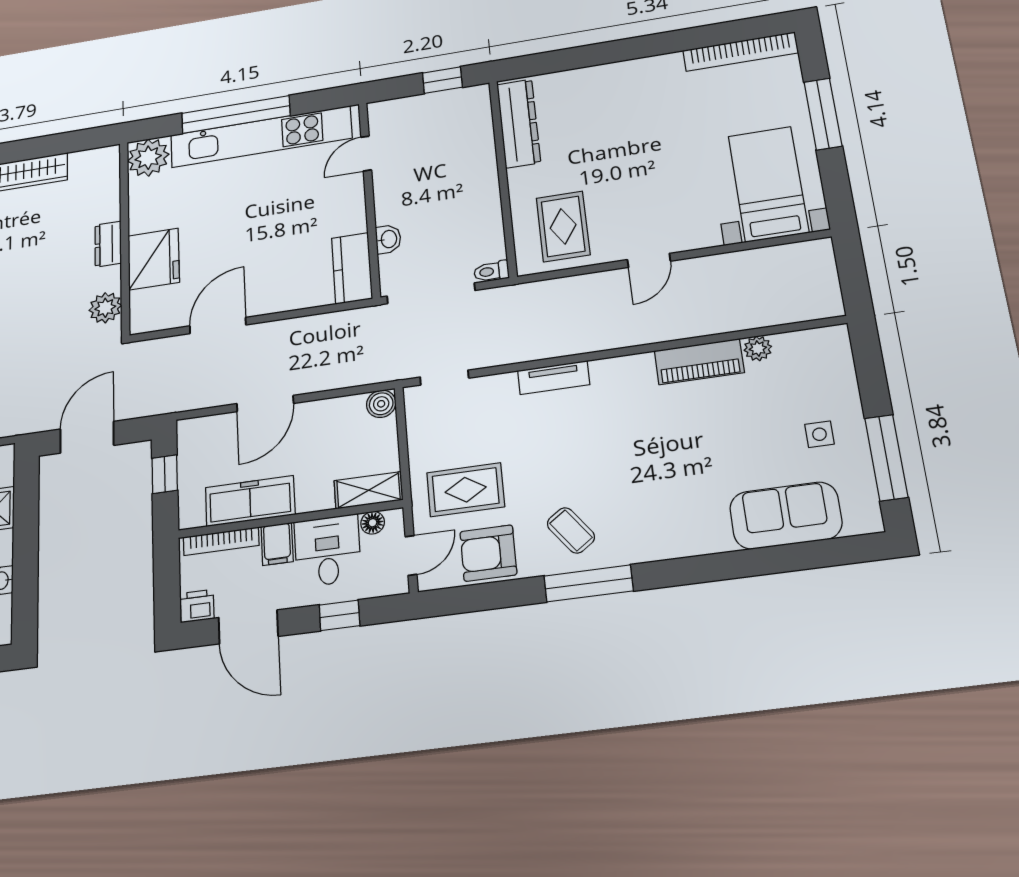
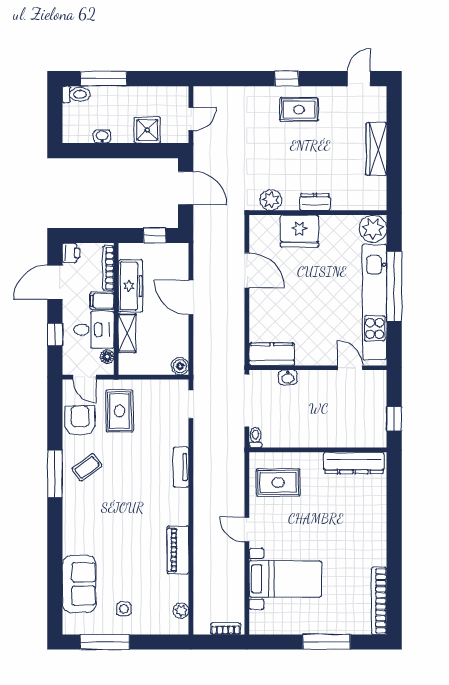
bed with nightstands: (768, 184) -> (285, 579), moved
bookcase: (827, 267) -> (226, 629), added
plant: (758, 348) -> (181, 611), moved
shelving: (368, 490) -> (127, 333), moved

